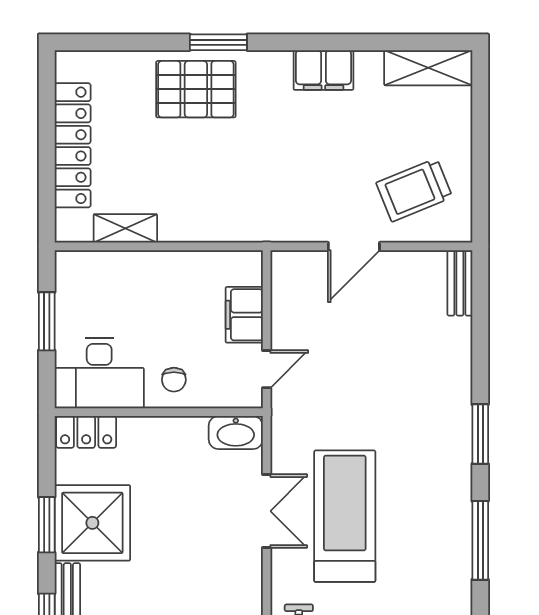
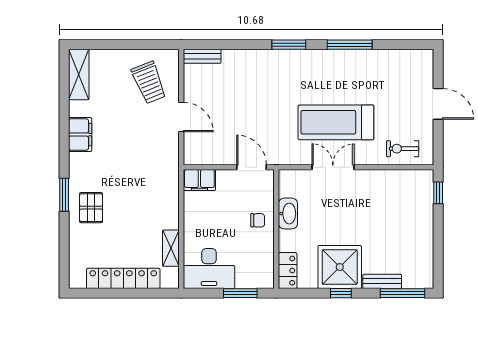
pallet: (196, 89) -> (91, 208), width x0.67, depth x0.71
filing cabinet: (244, 315) -> (199, 180), moved
window: (47, 321) -> (240, 293), moved
door: (267, 369) -> (252, 167), width x1.38
desk: (99, 373) -> (209, 269), moved, turned 90
washbasin: (236, 433) -> (288, 214), moved
window: (47, 525) -> (341, 293), width x0.67

